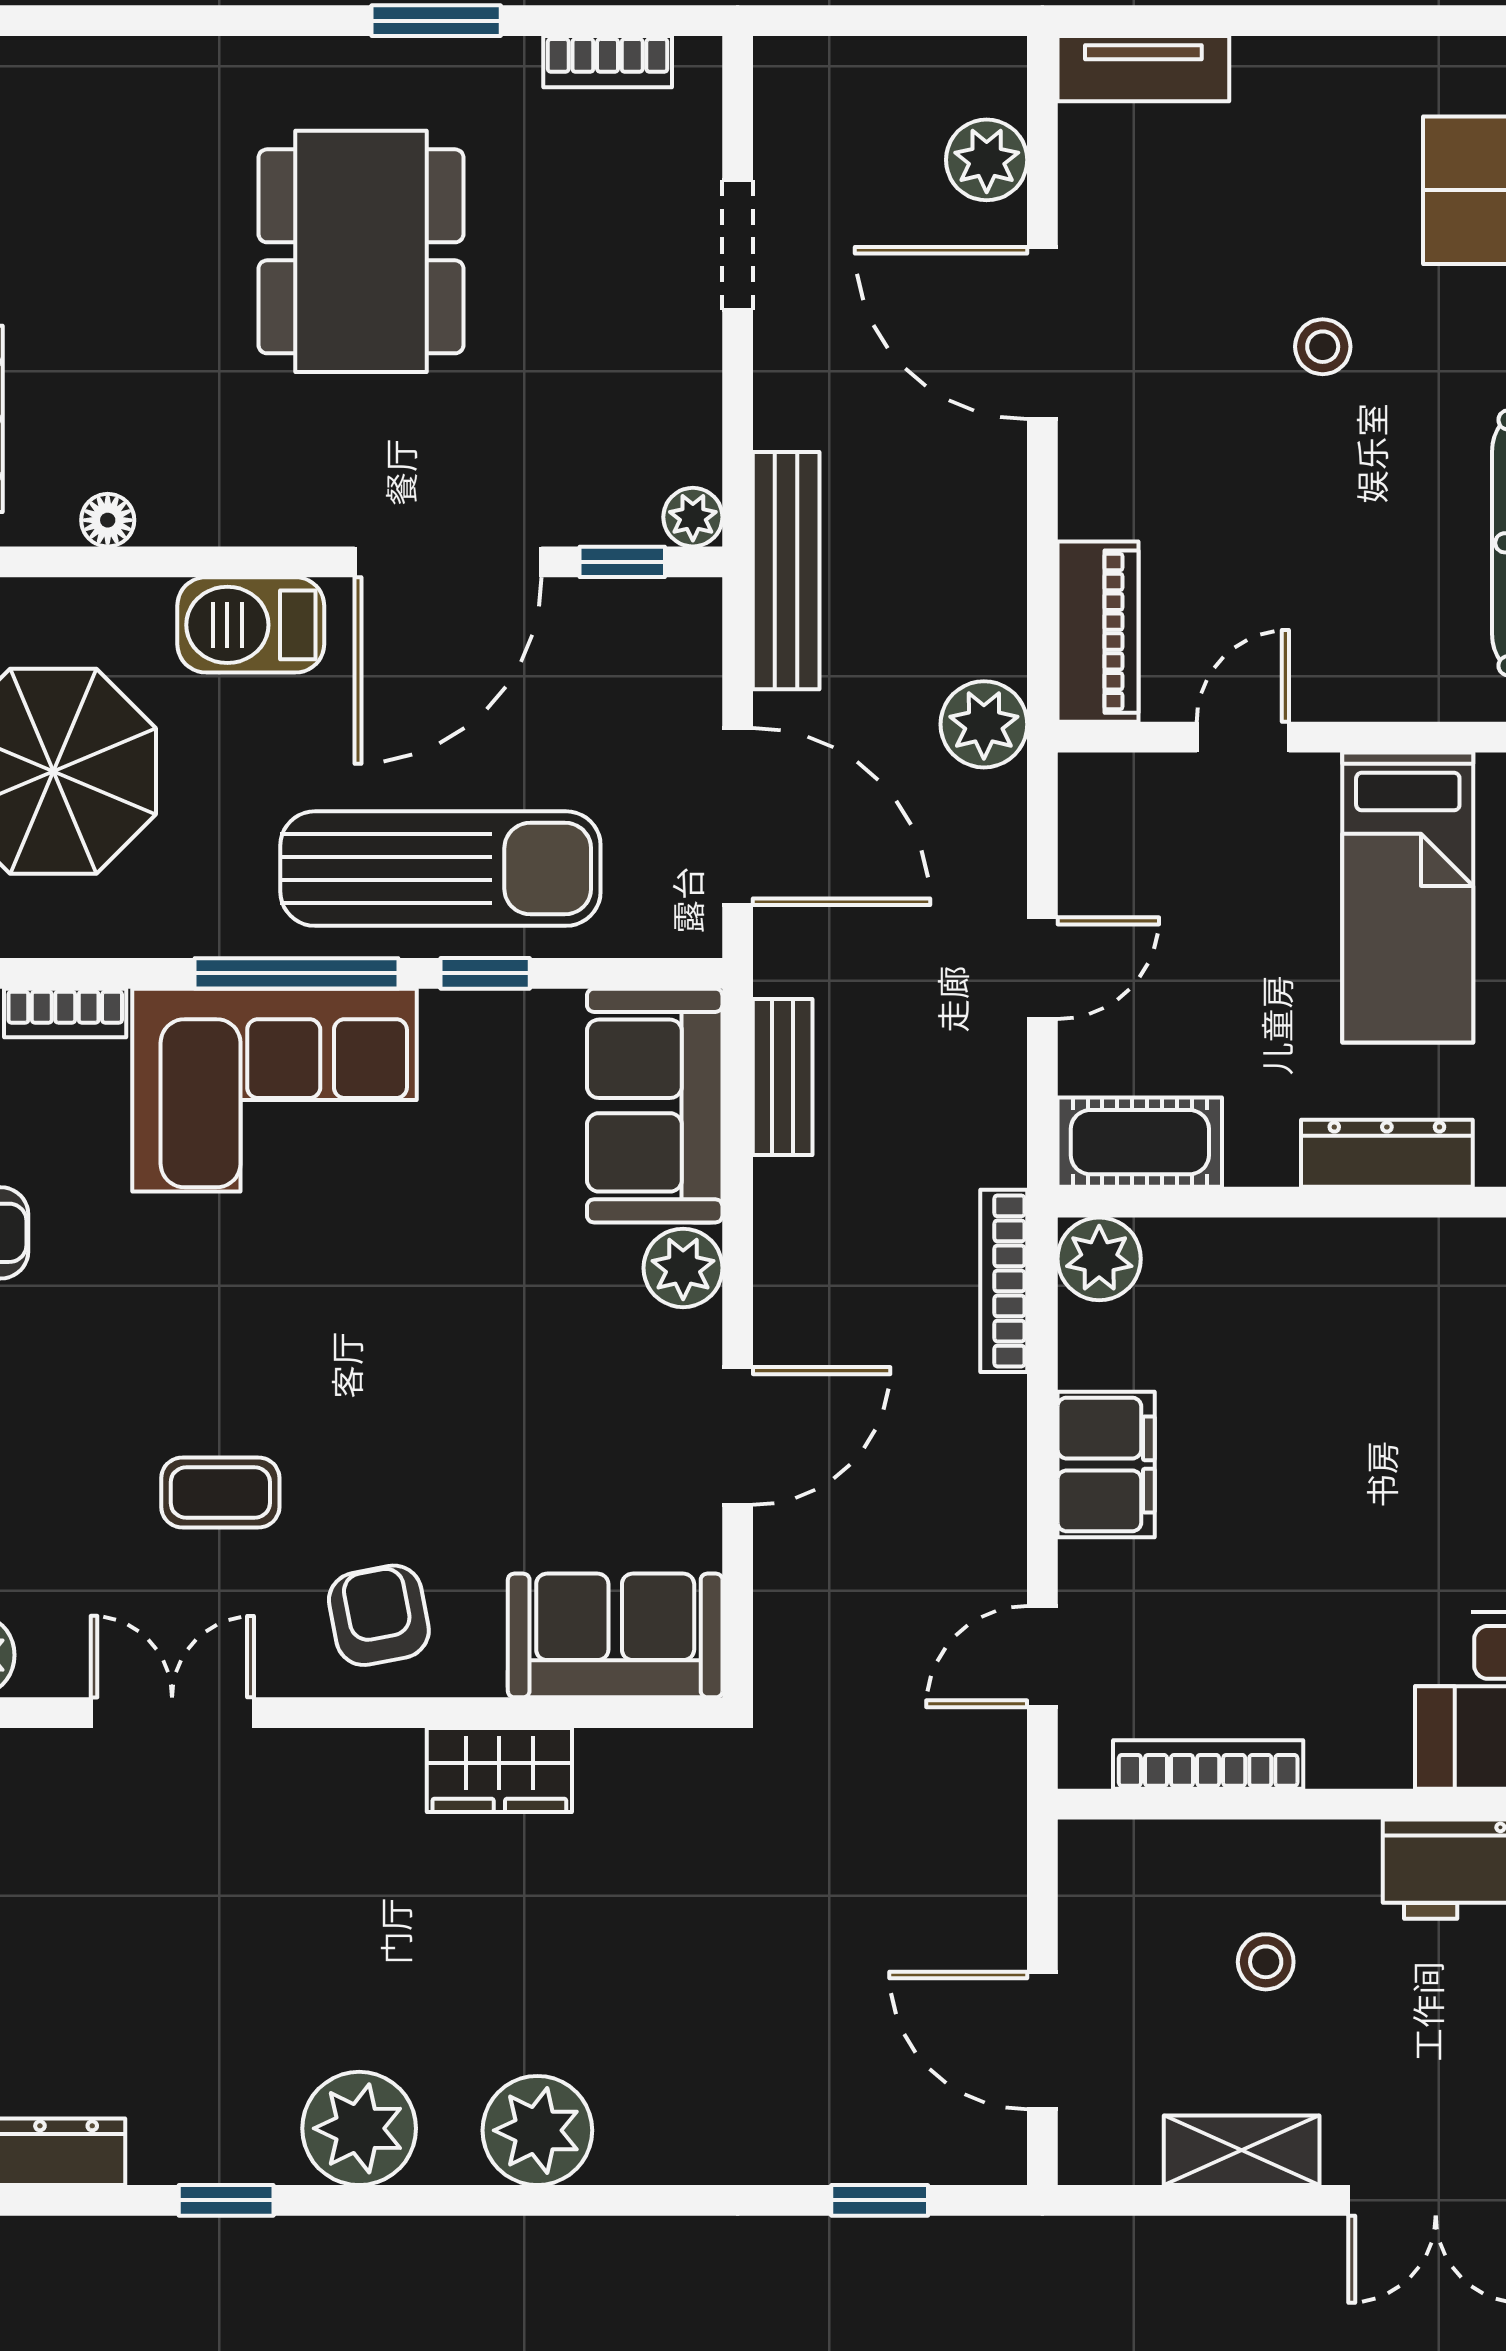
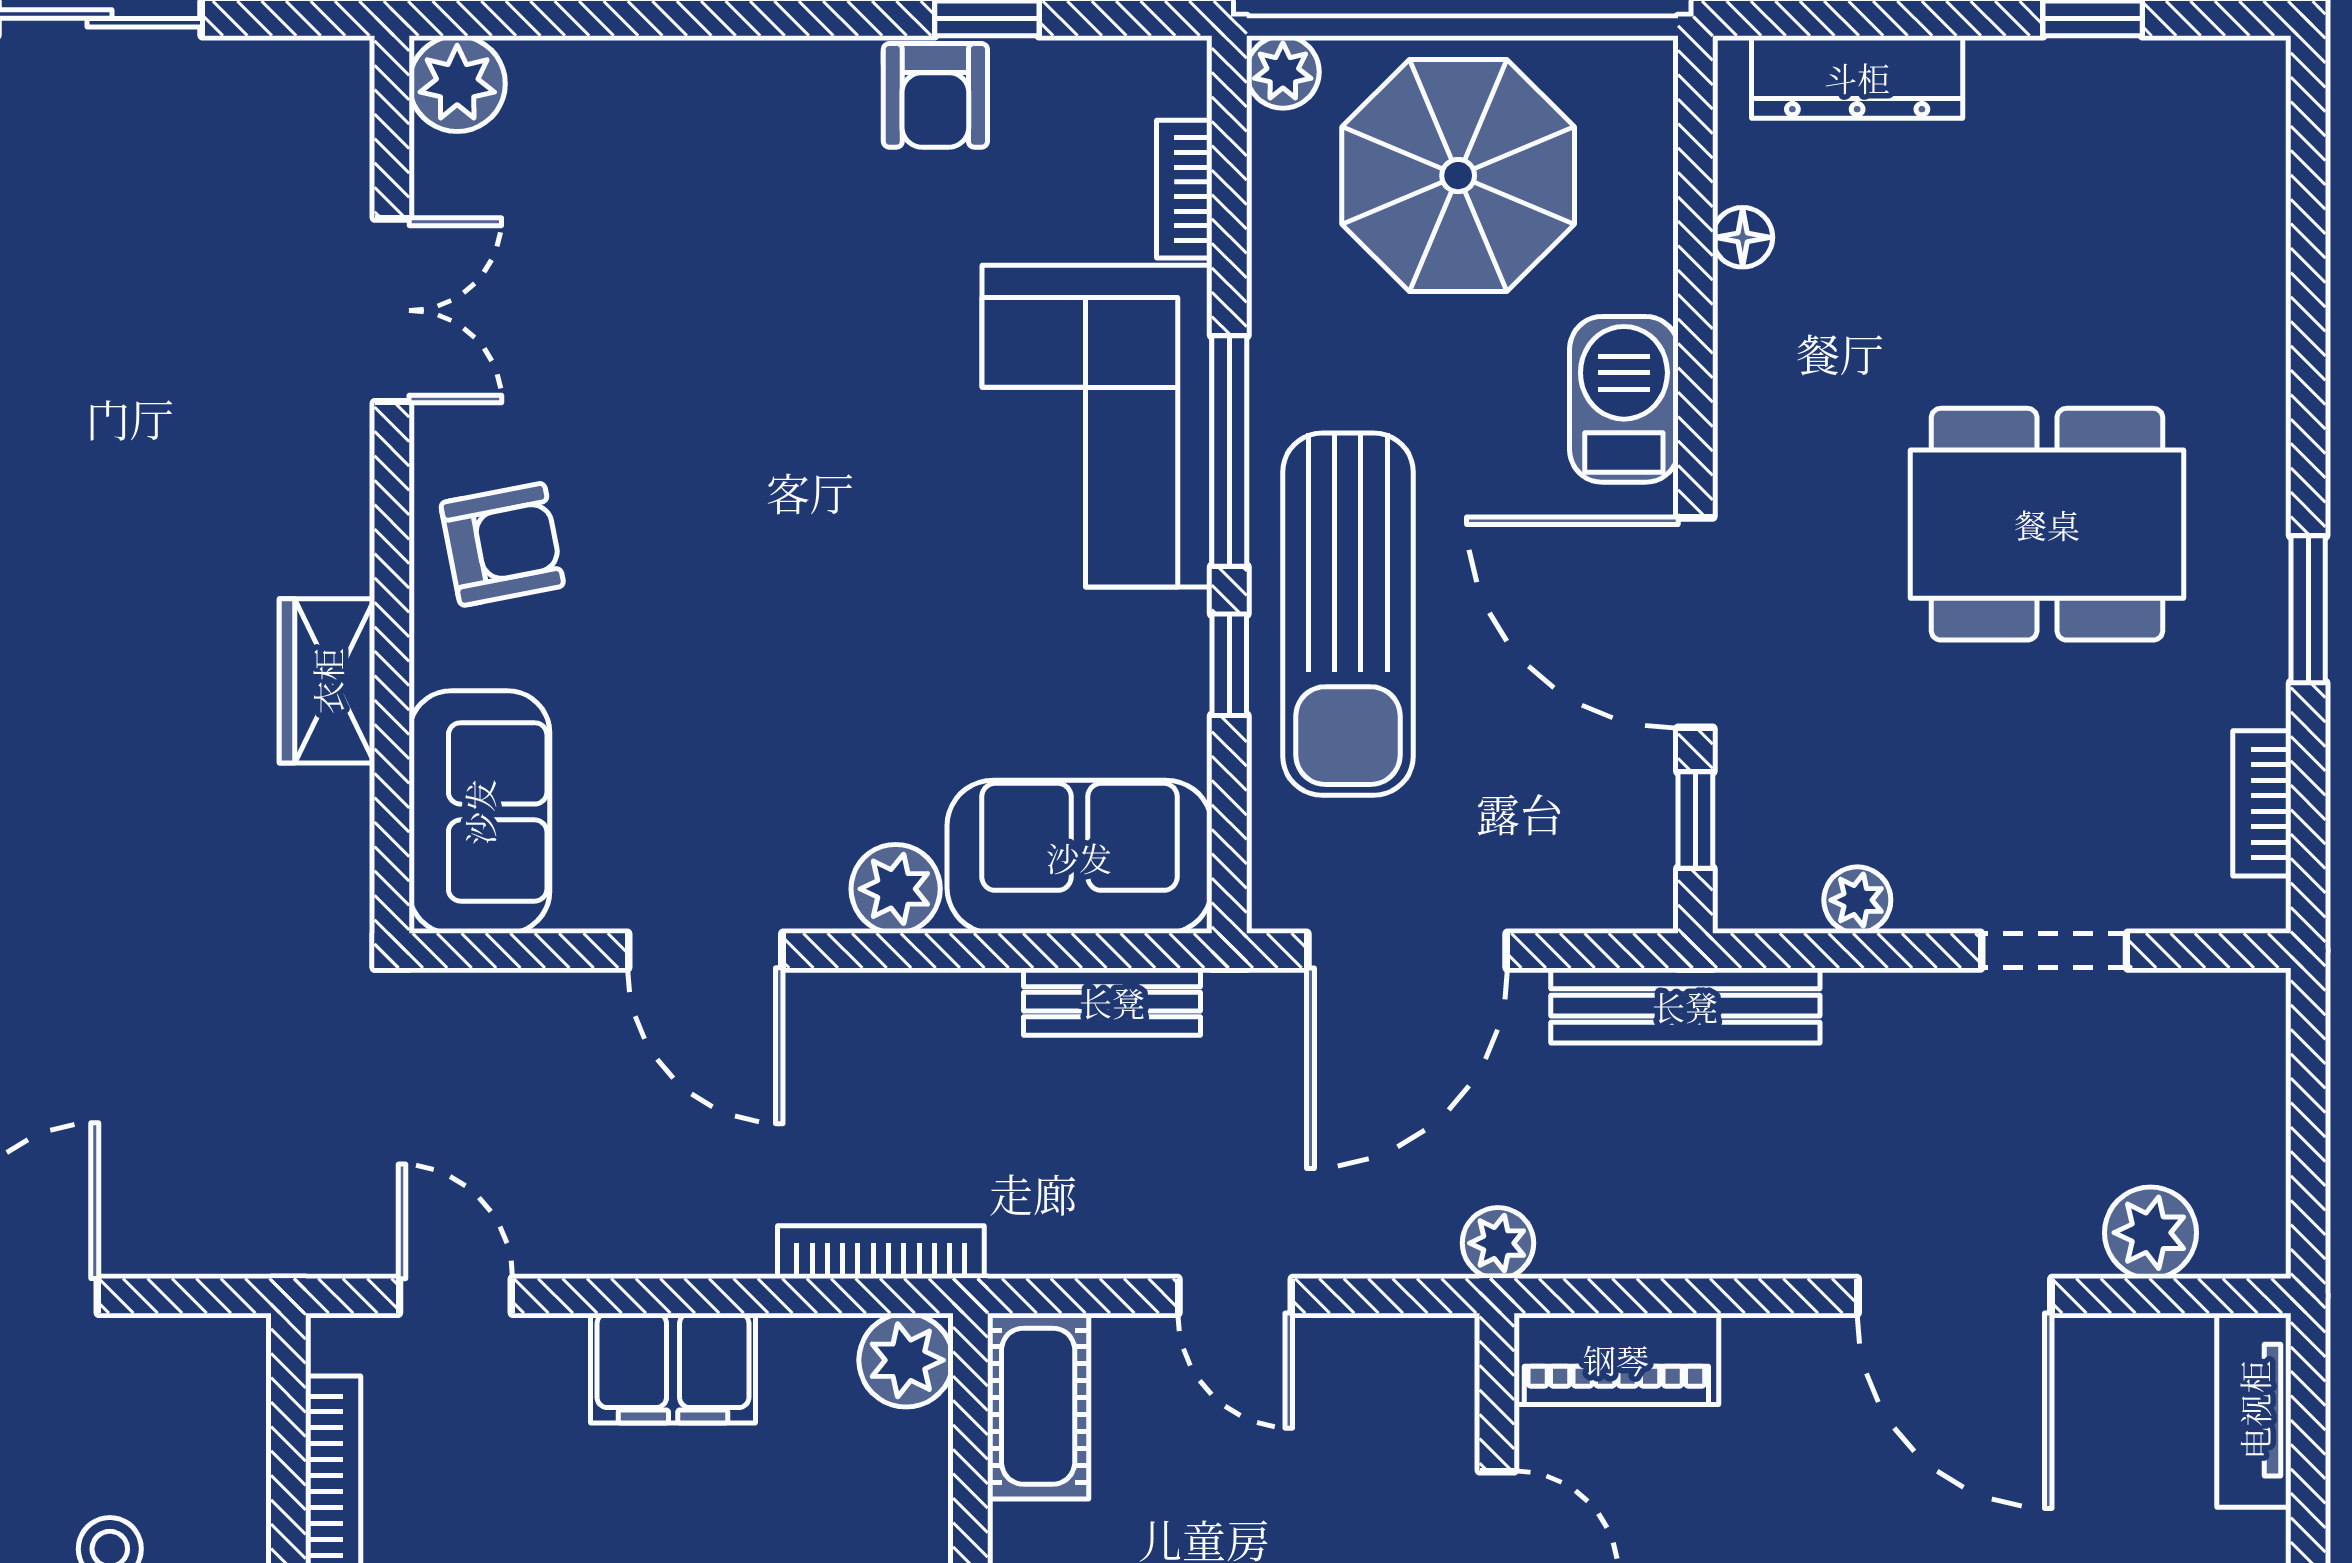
door: (1042, 333) -> (1955, 1296), swing flipped
plant: (693, 517) -> (1857, 900), moved
plant: (984, 724) -> (1498, 1243), width x0.73, depth x0.73
coffee table: (220, 1492) -> (641, 365), removed

